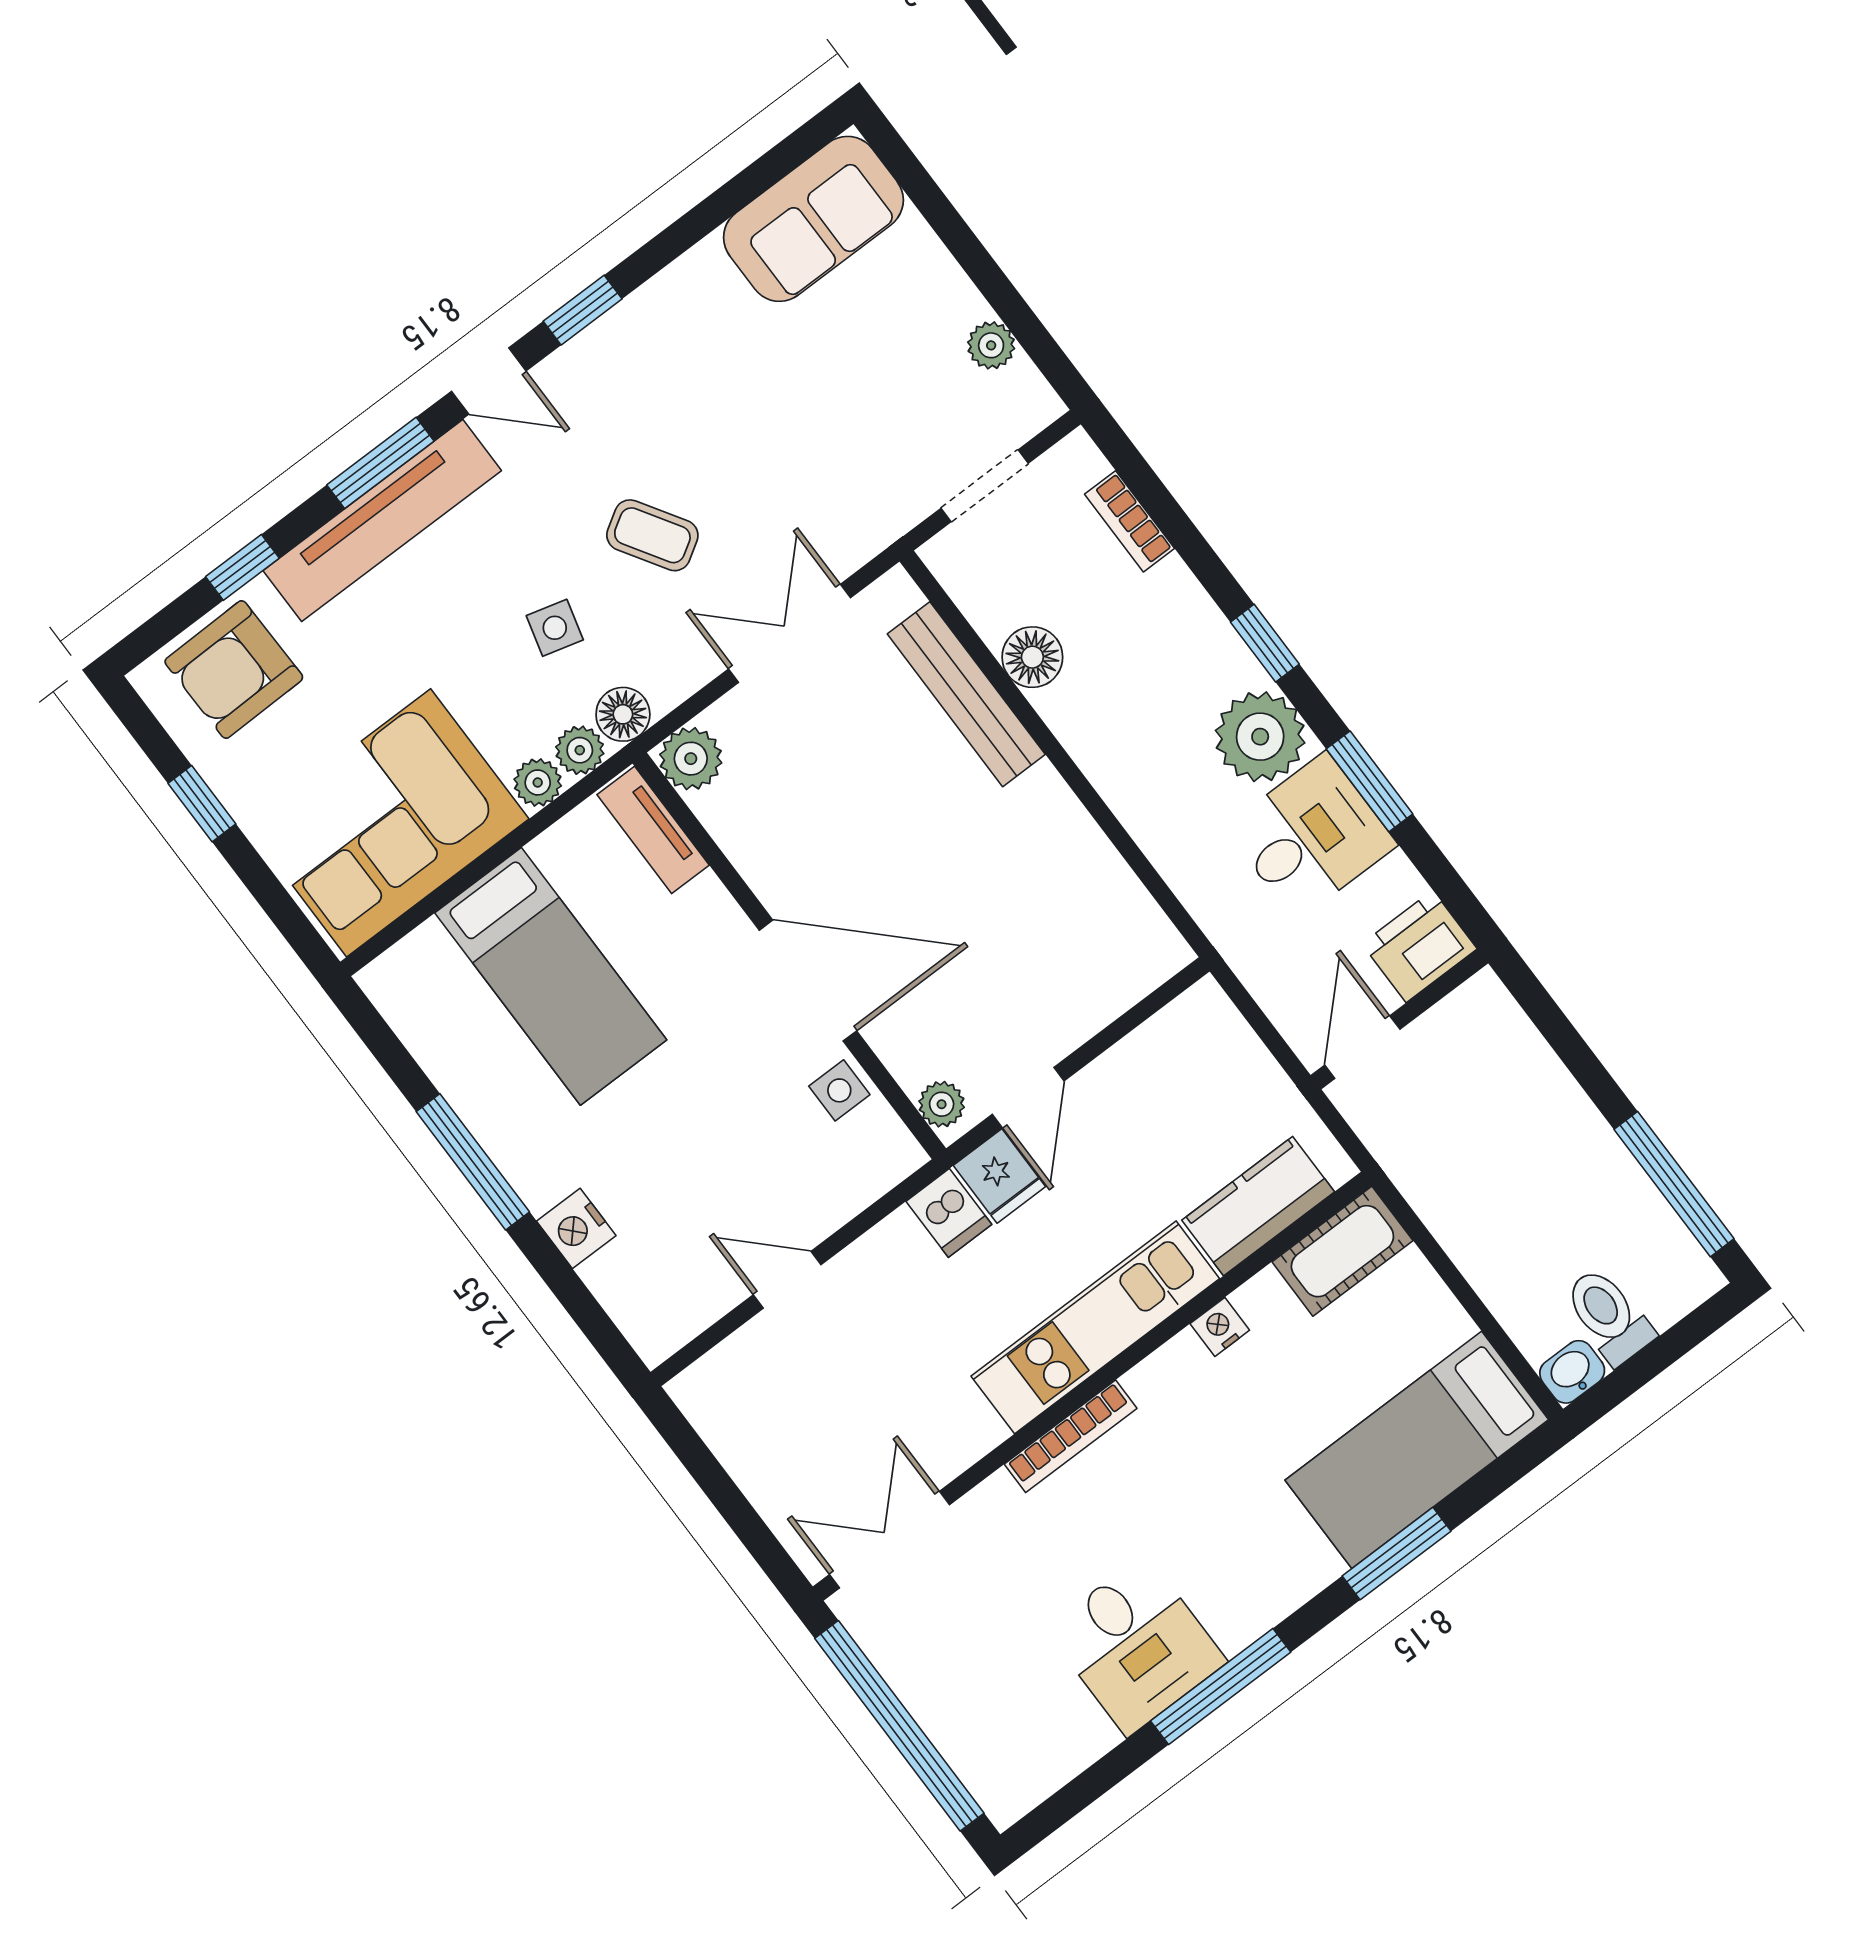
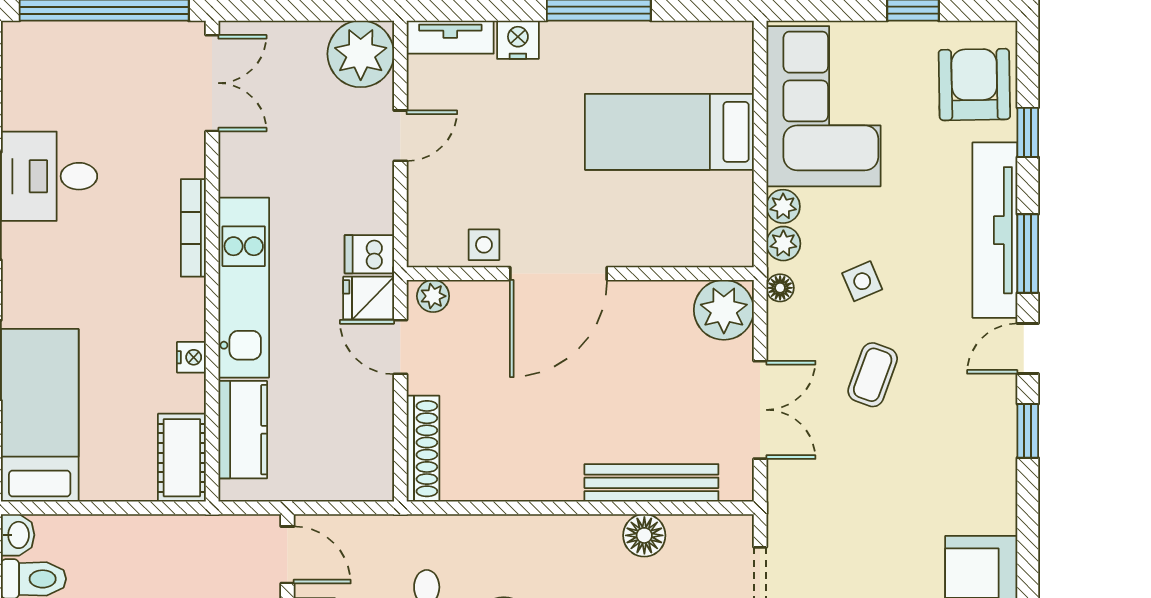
coffee table: (652, 535) -> (873, 375), turned -38
side table: (555, 628) -> (862, 281), turned -38
floor lamp: (623, 714) -> (780, 288), width x0.73, depth x0.73
plant: (691, 759) -> (724, 310), width x1.36, depth x1.36
tv unit: (653, 830) -> (450, 37), moved, turned 180
shoe rack: (1124, 984) -> (423, 449), added
plant: (728, 1395) -> (361, 54), added

